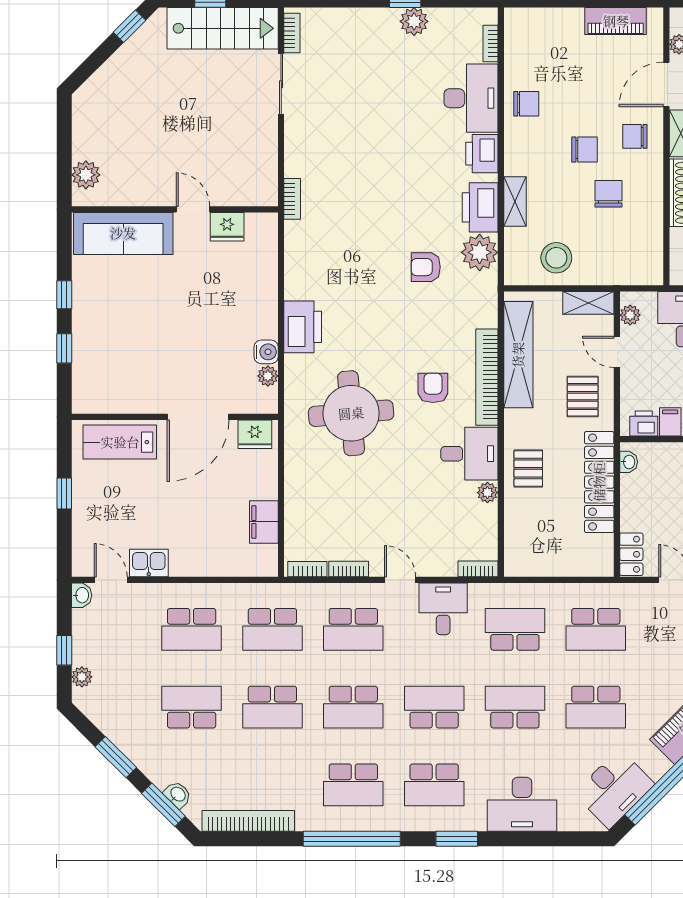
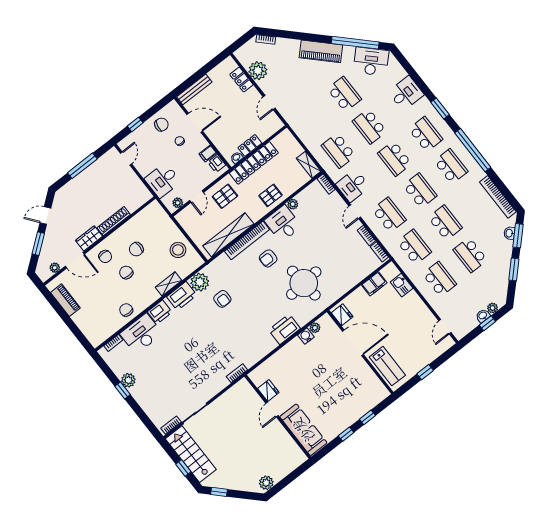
plant: (86, 175) -> (266, 483), moved
shelving: (588, 303) -> (309, 165), moved
locker: (631, 554) -> (250, 145), moved
kitchen sink: (149, 563) -> (402, 285), moved
washbasin: (82, 595) -> (483, 316), moved
school desk: (596, 629) -> (313, 118), removed
desk: (522, 804) -> (406, 93), width x0.73

